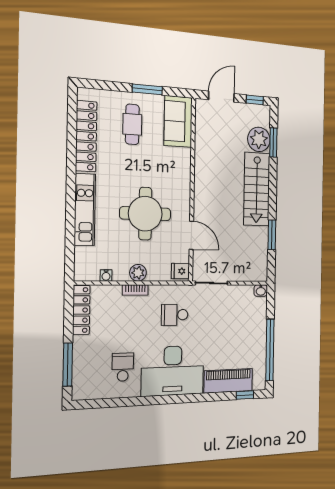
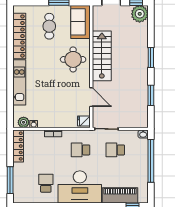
plant: (259, 139) -> (140, 14), moved
window: (273, 142) -> (151, 57), moved
stairs: (257, 189) -> (102, 56), moved, turned 180
round table: (145, 214) -> (73, 59), moved, width x0.73, depth x0.73
plant: (138, 273) -> (24, 122), moved
school desk: (223, 314) -> (115, 150), added
window: (270, 350) -> (151, 161), moved

